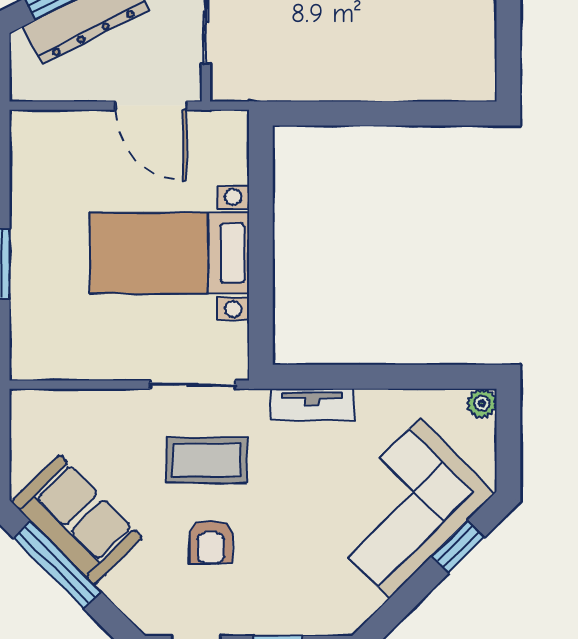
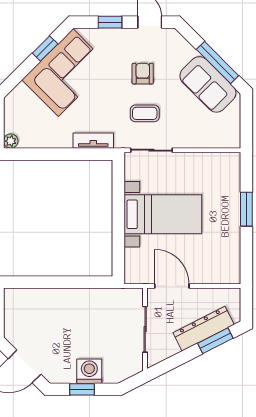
coffee table: (207, 460) -> (145, 113), width x0.73, depth x0.77
corner sofa: (405, 508) -> (66, 73), moved
window: (458, 547) -> (45, 48), moved

